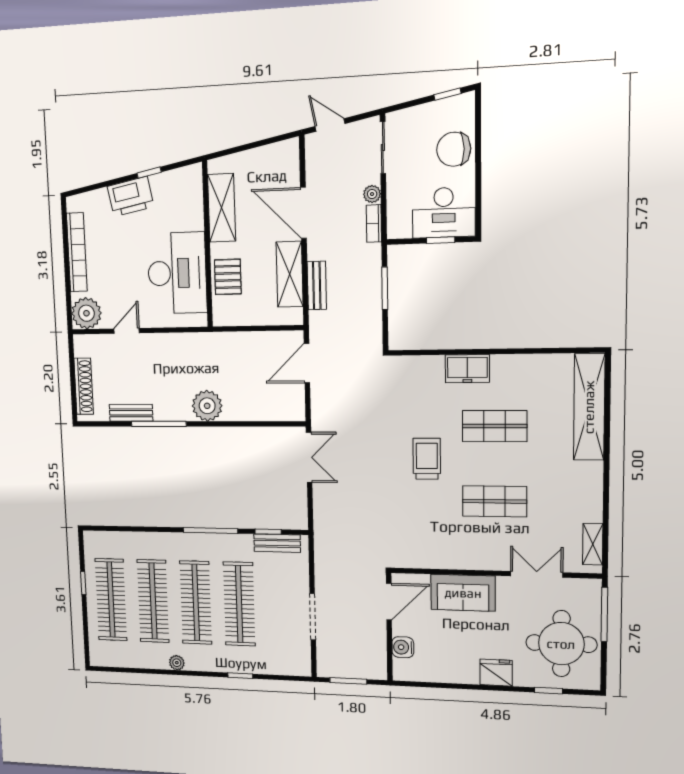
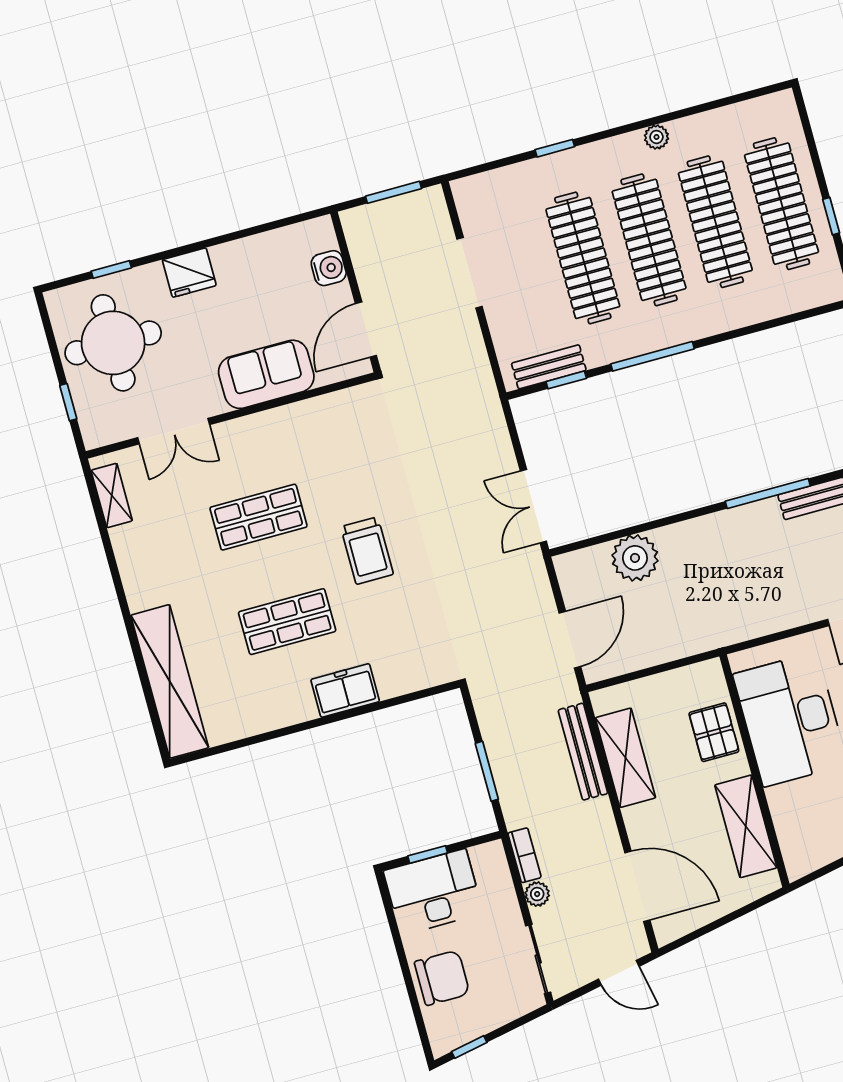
door: (303, 213) -> (637, 886), moved
bench: (317, 285) -> (583, 752), width x1.36
plant: (207, 406) -> (635, 558), moved
window: (604, 614) -> (68, 402), width x0.46

